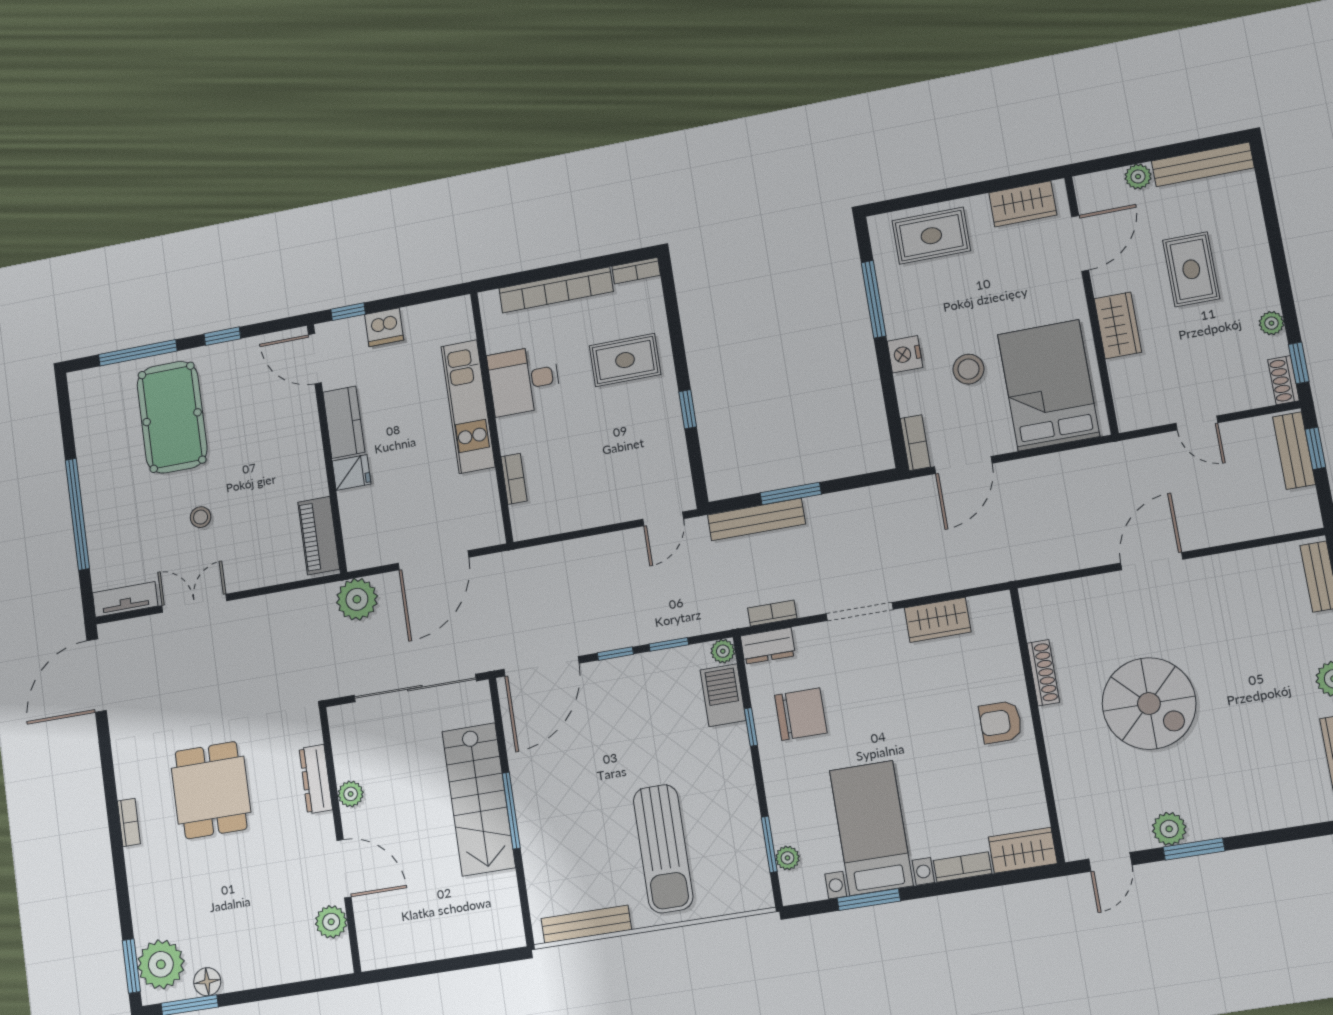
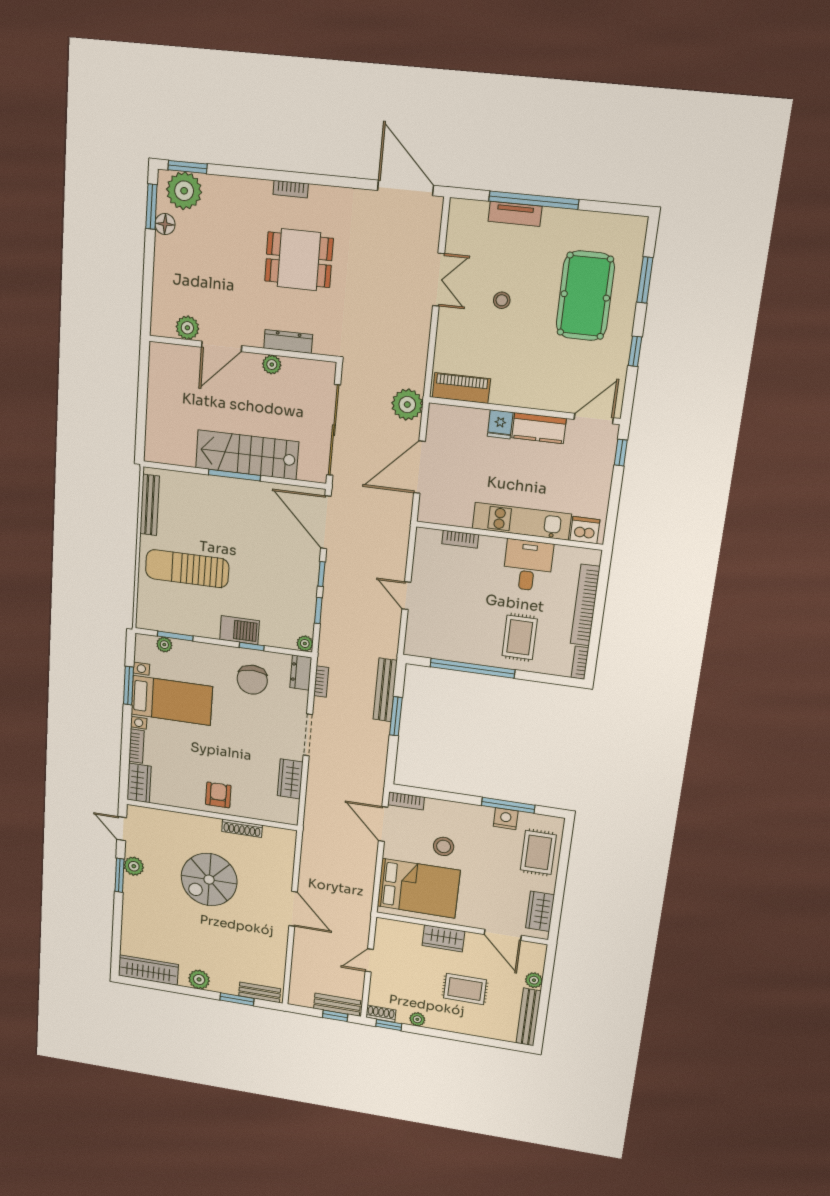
dishwasher: (384, 327) -> (585, 530), moved, turned 90
window: (138, 353) -> (645, 280), width x0.69
nightstand: (905, 354) -> (506, 819), moved
window: (688, 409) -> (472, 668), width x3.17
pool table: (172, 417) -> (585, 296), turned 90
door: (663, 519) -> (406, 596), moved
door: (433, 560) -> (419, 467), hinge flipped
tv unit: (125, 599) -> (515, 214), moved, turned 90
barbecue: (723, 695) -> (240, 630), moved

